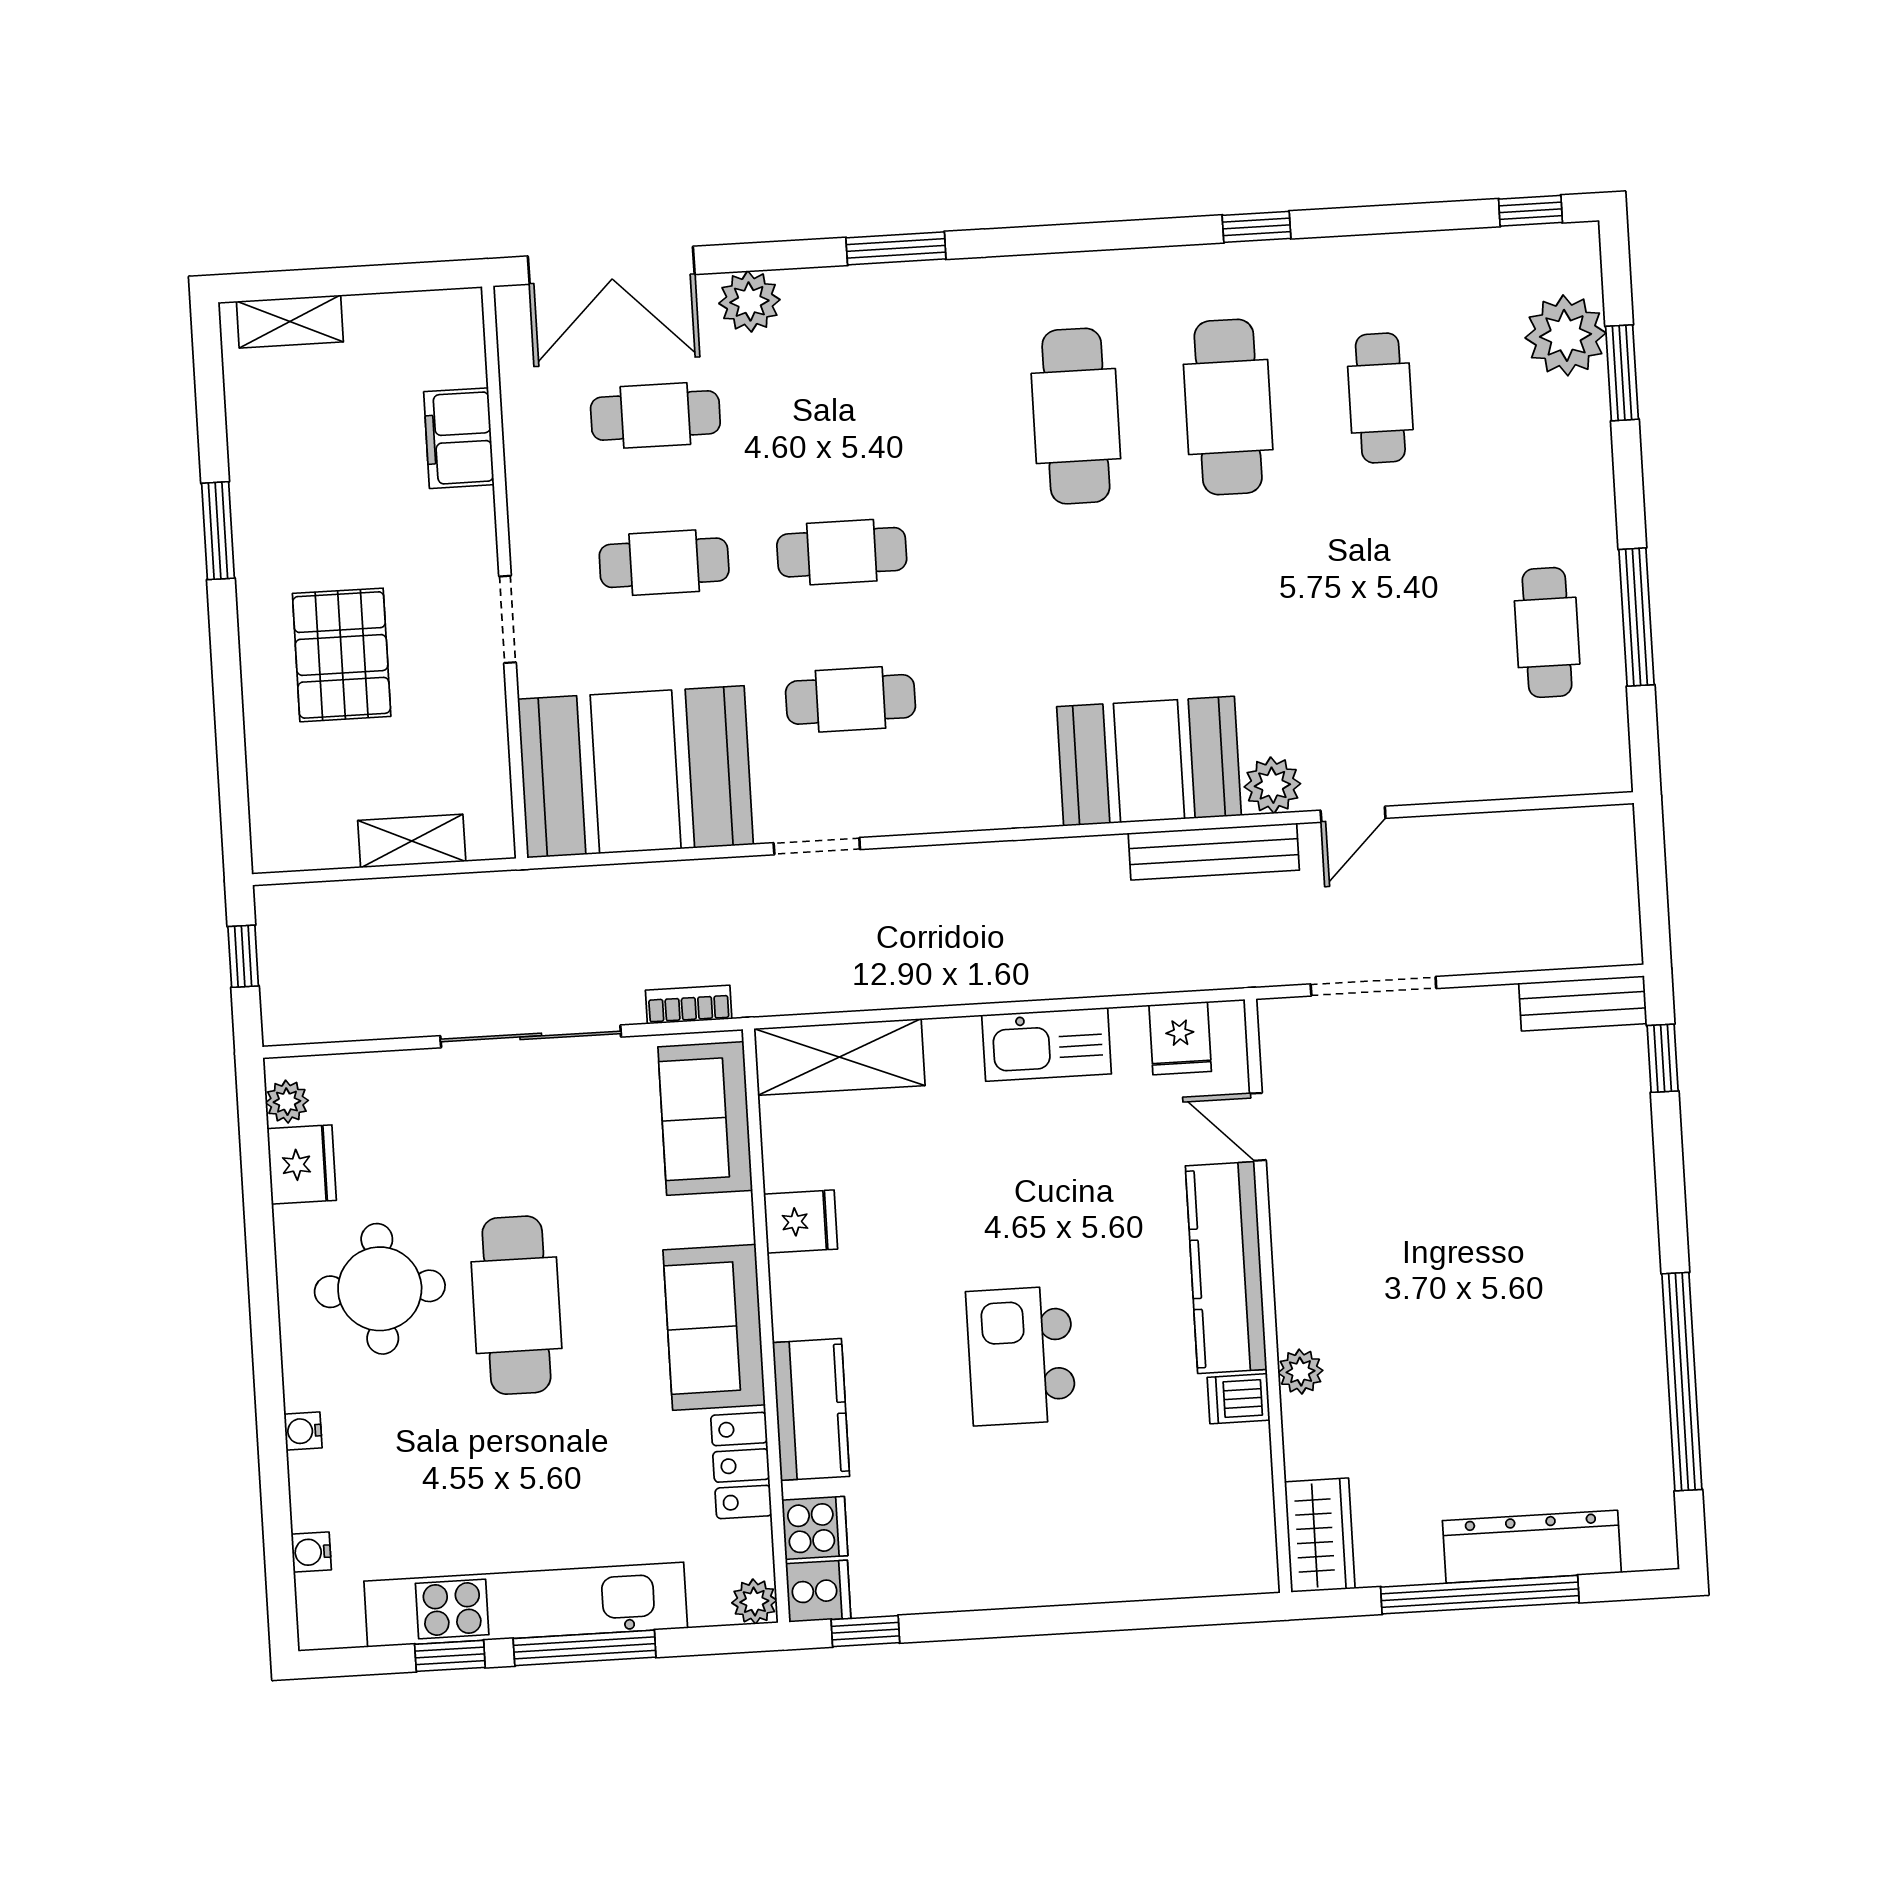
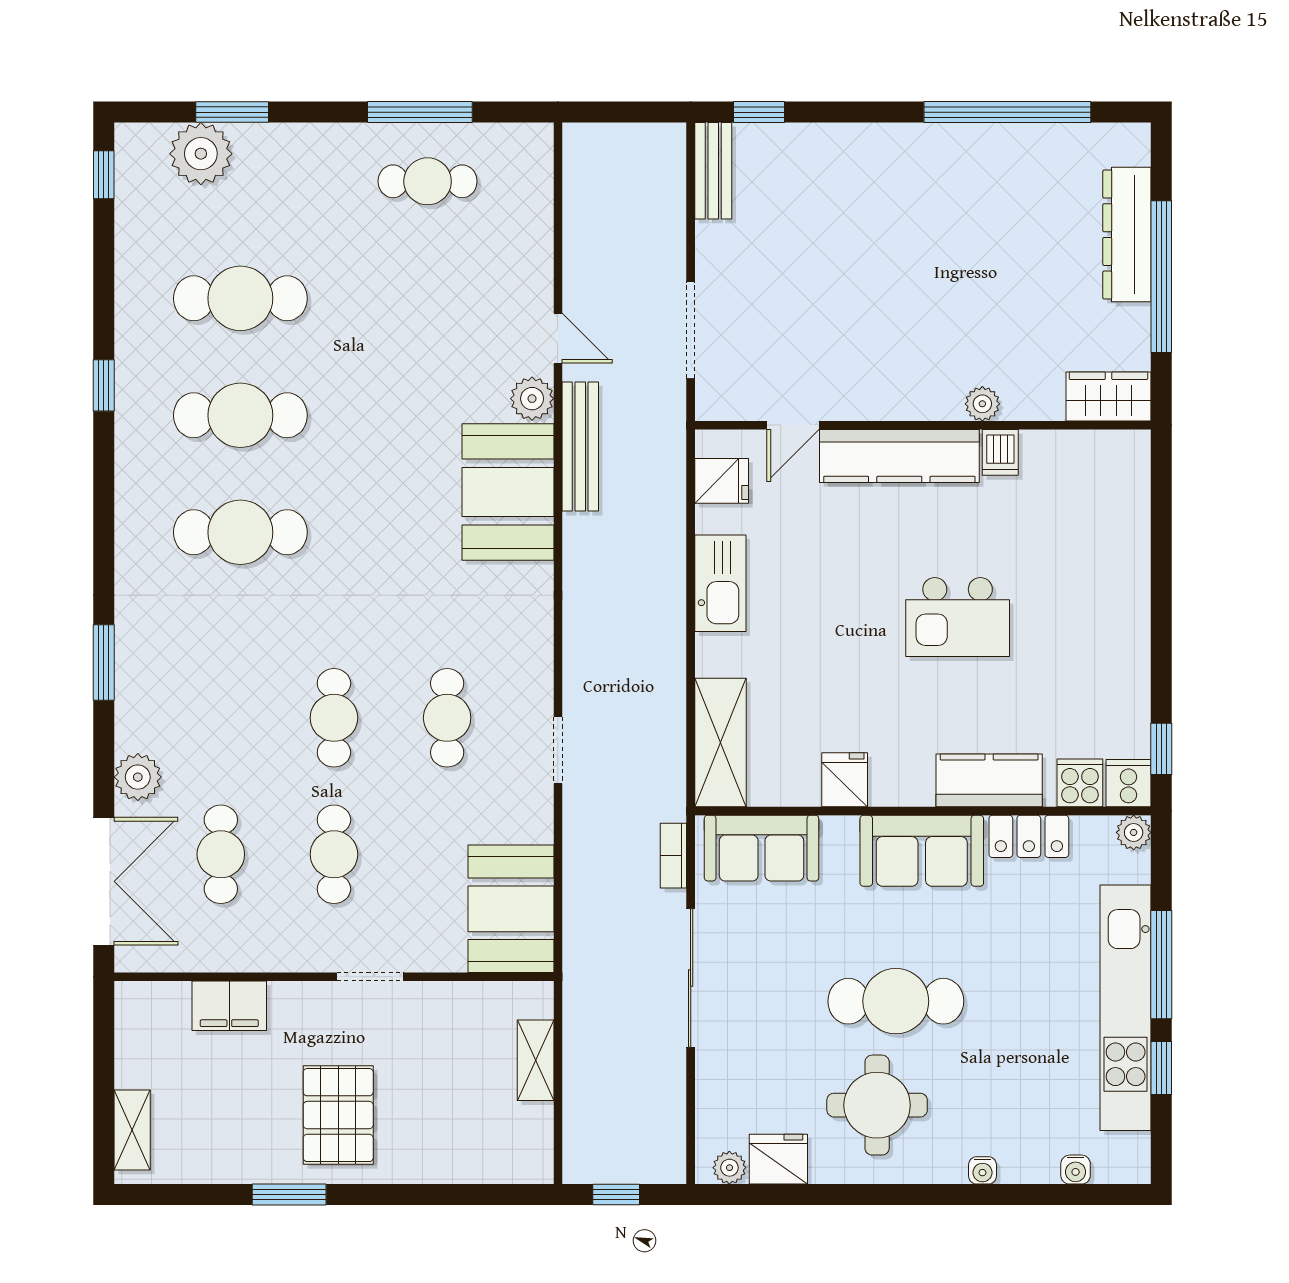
cafe table: (1380, 398) -> (240, 298), width x1.37, depth x1.35
pallet: (342, 655) -> (338, 1115), moved, turned 90
booth: (636, 772) -> (511, 909), width x0.73, depth x0.70

